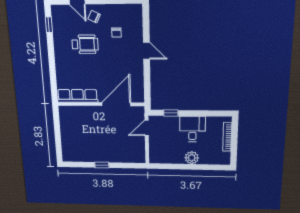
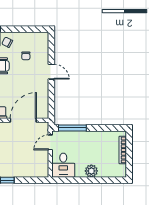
window: (171, 113) -> (72, 128), width x2.17
desk: (192, 129) -> (63, 165), moved, turned 180

